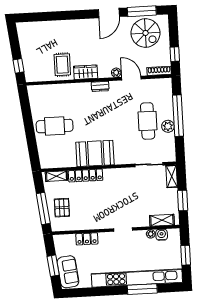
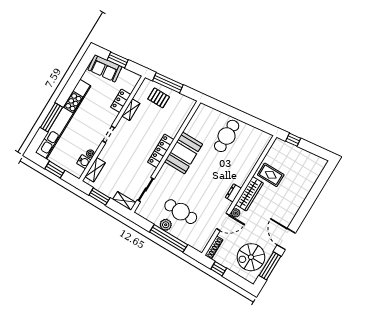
wardrobe: (86, 72) -> (249, 194), width x1.50
locker: (86, 175) -> (161, 151), moved
shelving: (56, 176) -> (131, 110), moved

